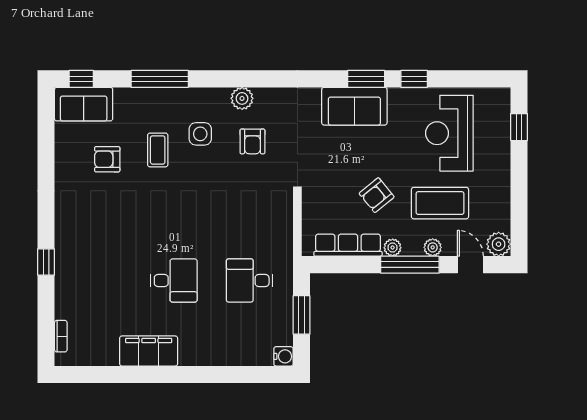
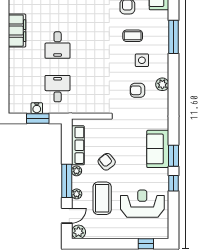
water cooler: (283, 356) -> (37, 108), moved

